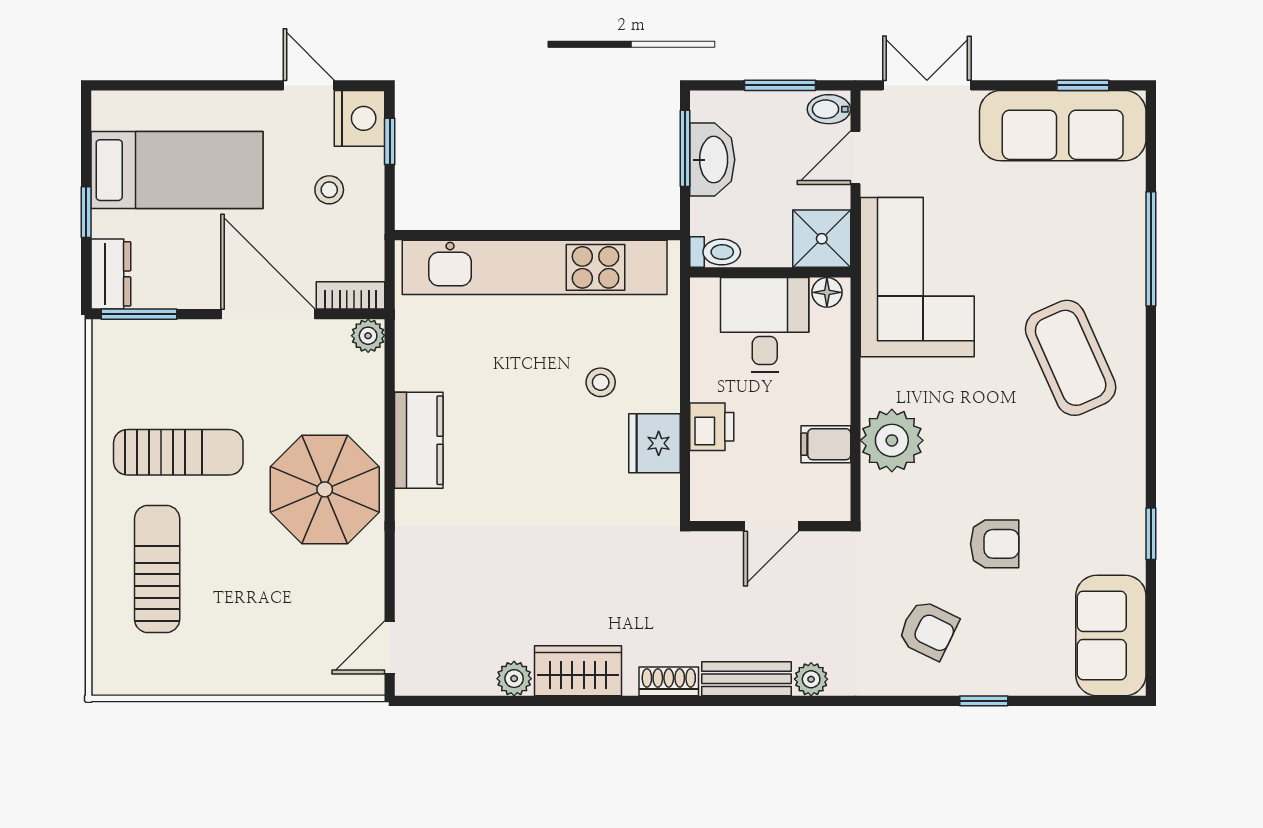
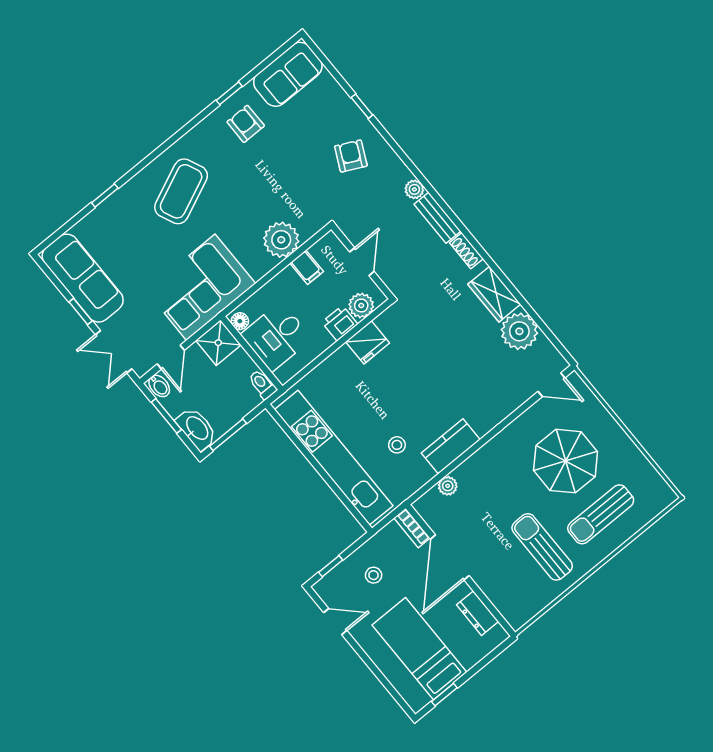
door: (309, 85) -> (335, 622), swing flipped
window: (1083, 85) -> (81, 311), moved
nightstand: (360, 118) -> (331, 587), removed
door: (856, 158) -> (171, 357), hinge flipped
washbasin: (712, 160) -> (197, 429), moved, turned 90
window: (86, 212) -> (444, 695), moved
window: (1151, 249) -> (105, 195), width x0.46
dresser: (111, 274) -> (477, 613), moved, turned -90
window: (139, 314) -> (496, 614), removed
plant: (368, 336) -> (448, 486), moved
stool: (601, 382) -> (397, 445), moved
plant: (712, 476) -> (361, 305), added
parasol: (325, 489) -> (566, 461), moved
door: (771, 526) -> (362, 262), hinge flipped
armchair: (995, 544) -> (246, 124), moved
plant: (514, 679) -> (519, 331), width x1.87, depth x1.87

